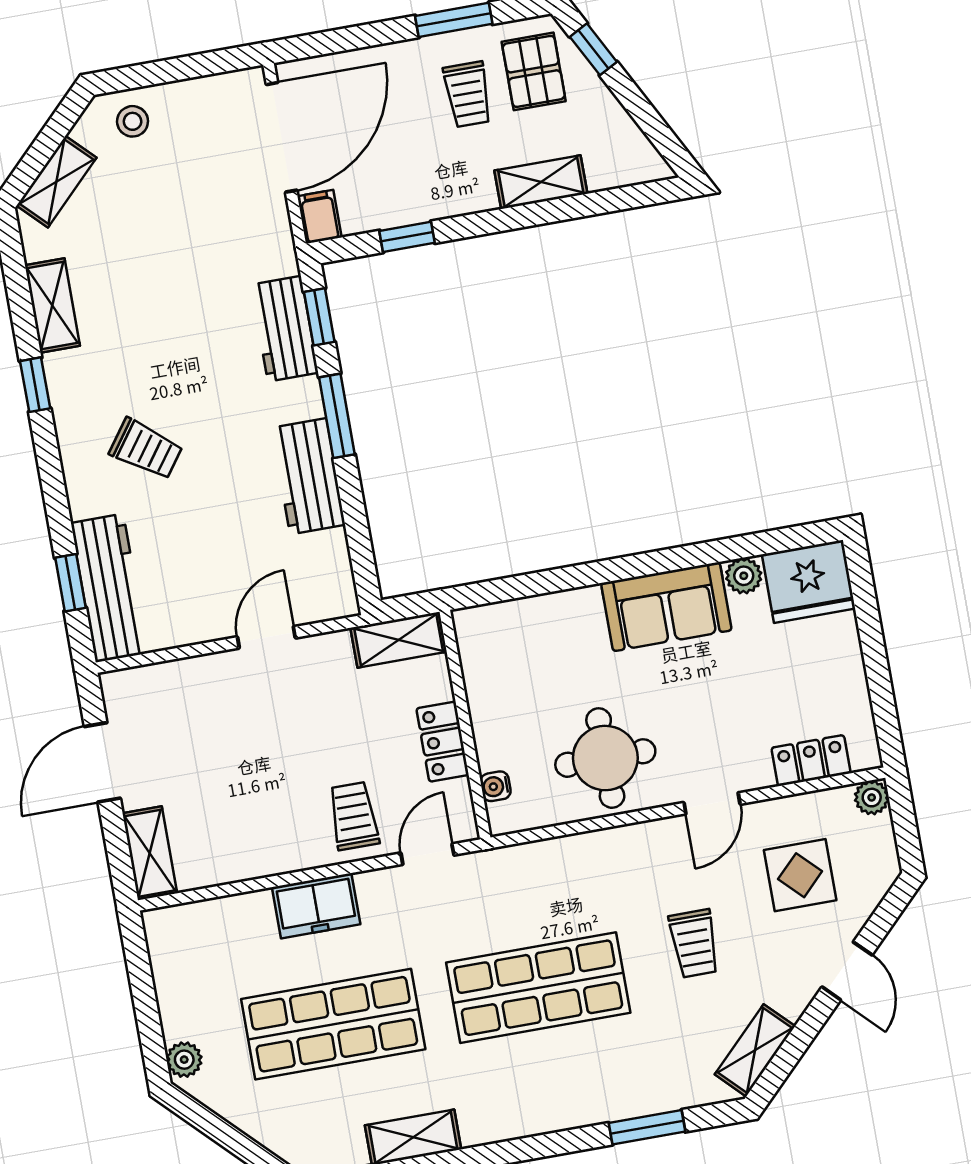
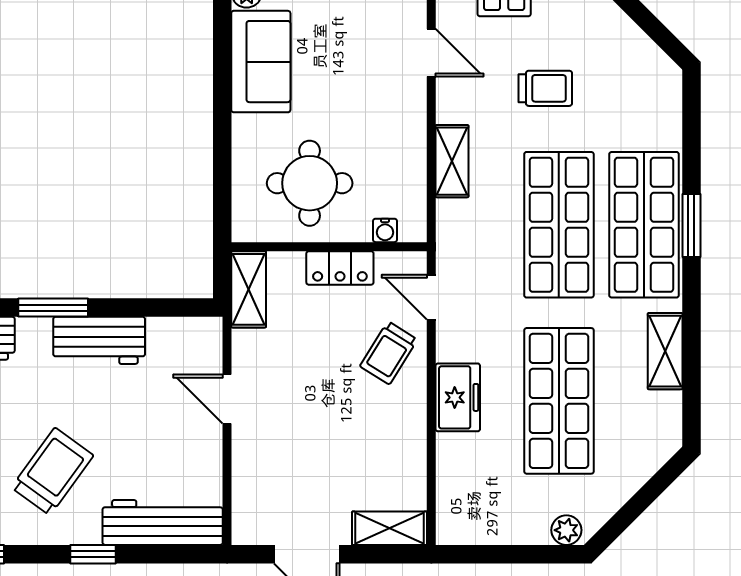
trolley: (146, 449) -> (52, 471), width x1.36, depth x1.39
window: (70, 583) -> (93, 554), moved
round table: (605, 758) -> (310, 183), moved
trolley: (354, 816) -> (389, 353), turned -58
shelving: (755, 1050) -> (452, 161), moved, turned 45
shop shelf: (556, 1087) -> (644, 225), added
window: (647, 1127) -> (691, 225), moved

